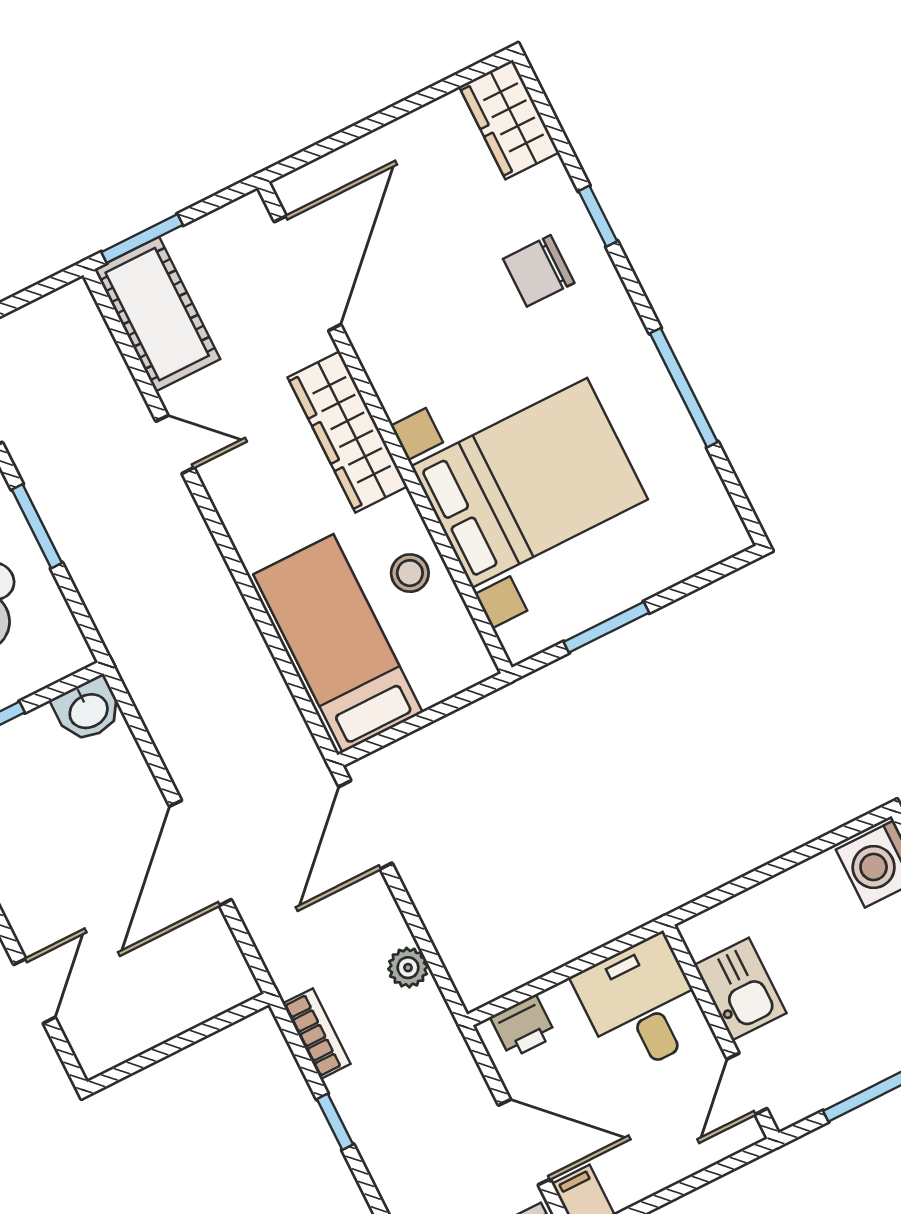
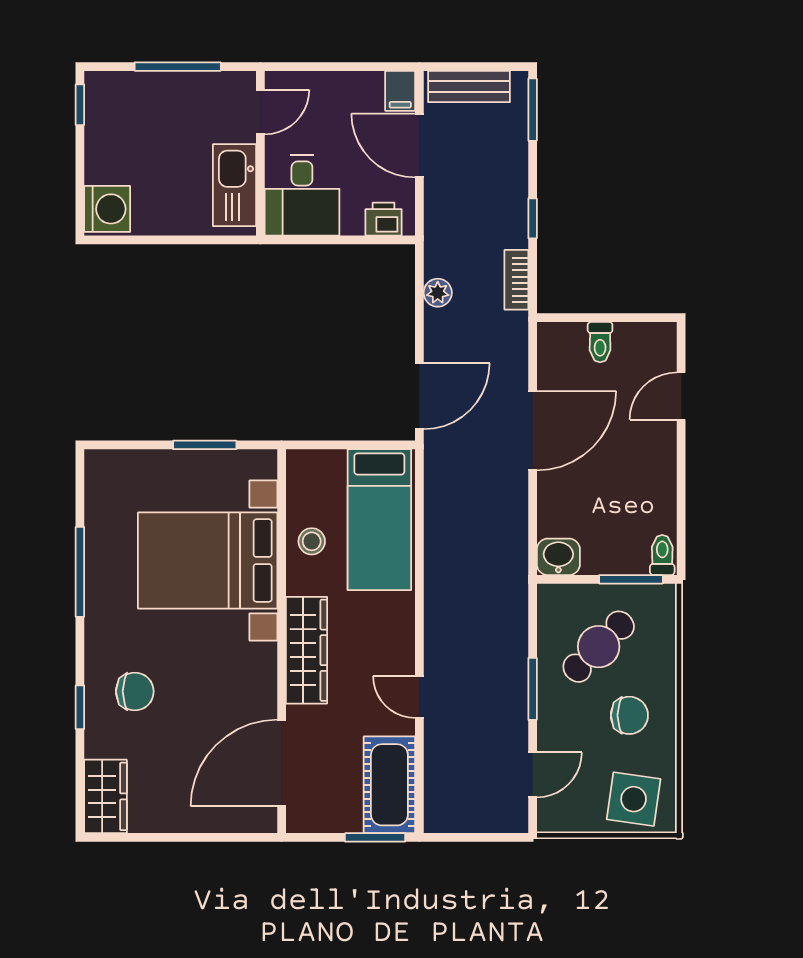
kitchen sink: (740, 989) -> (234, 185), width x1.38
toilet: (171, 1008) -> (600, 342), added

